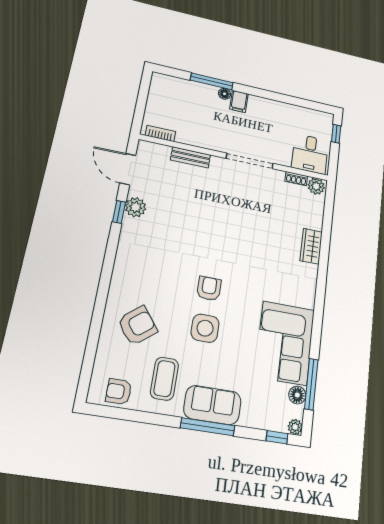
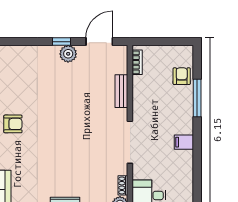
armchair: (185, 91) -> (182, 76), added
floor lamp: (225, 94) -> (188, 111), removed
filing cabinet: (239, 101) -> (184, 142), moved

